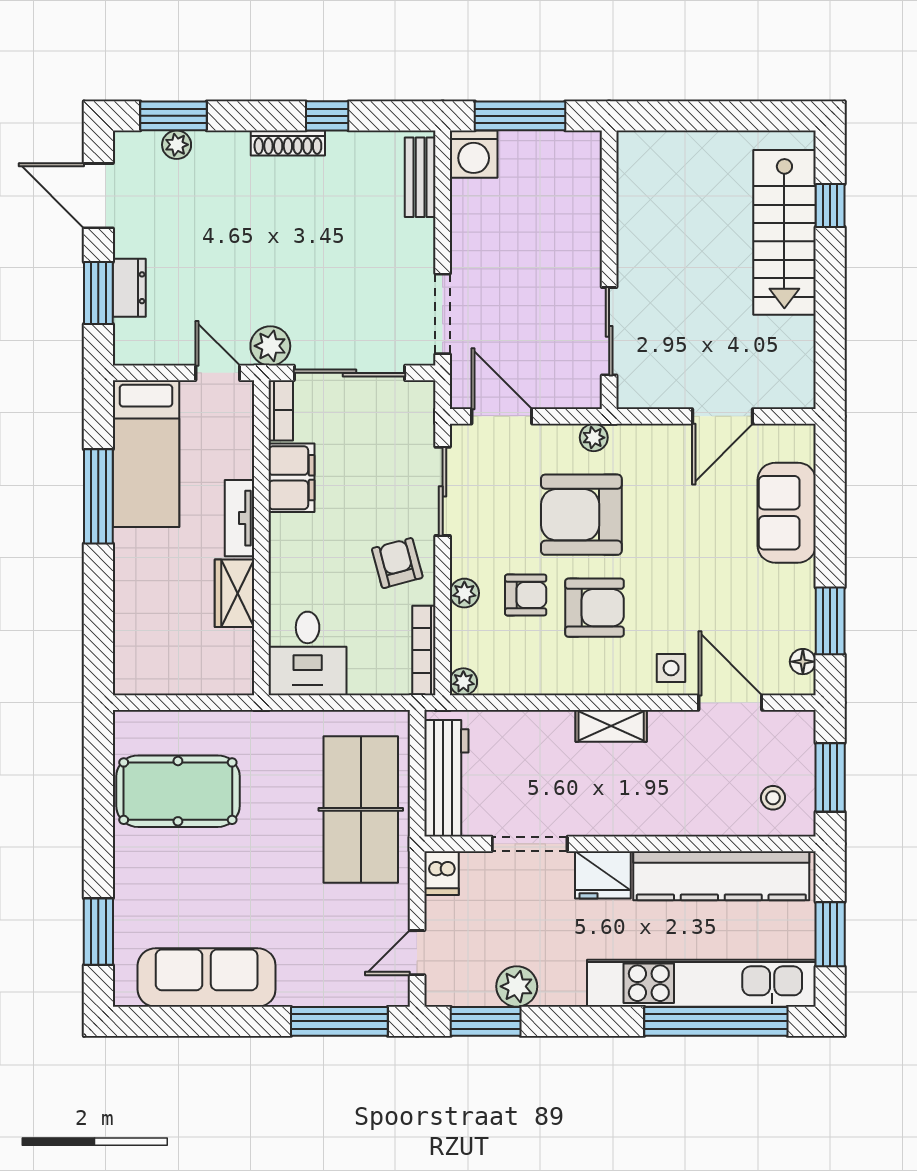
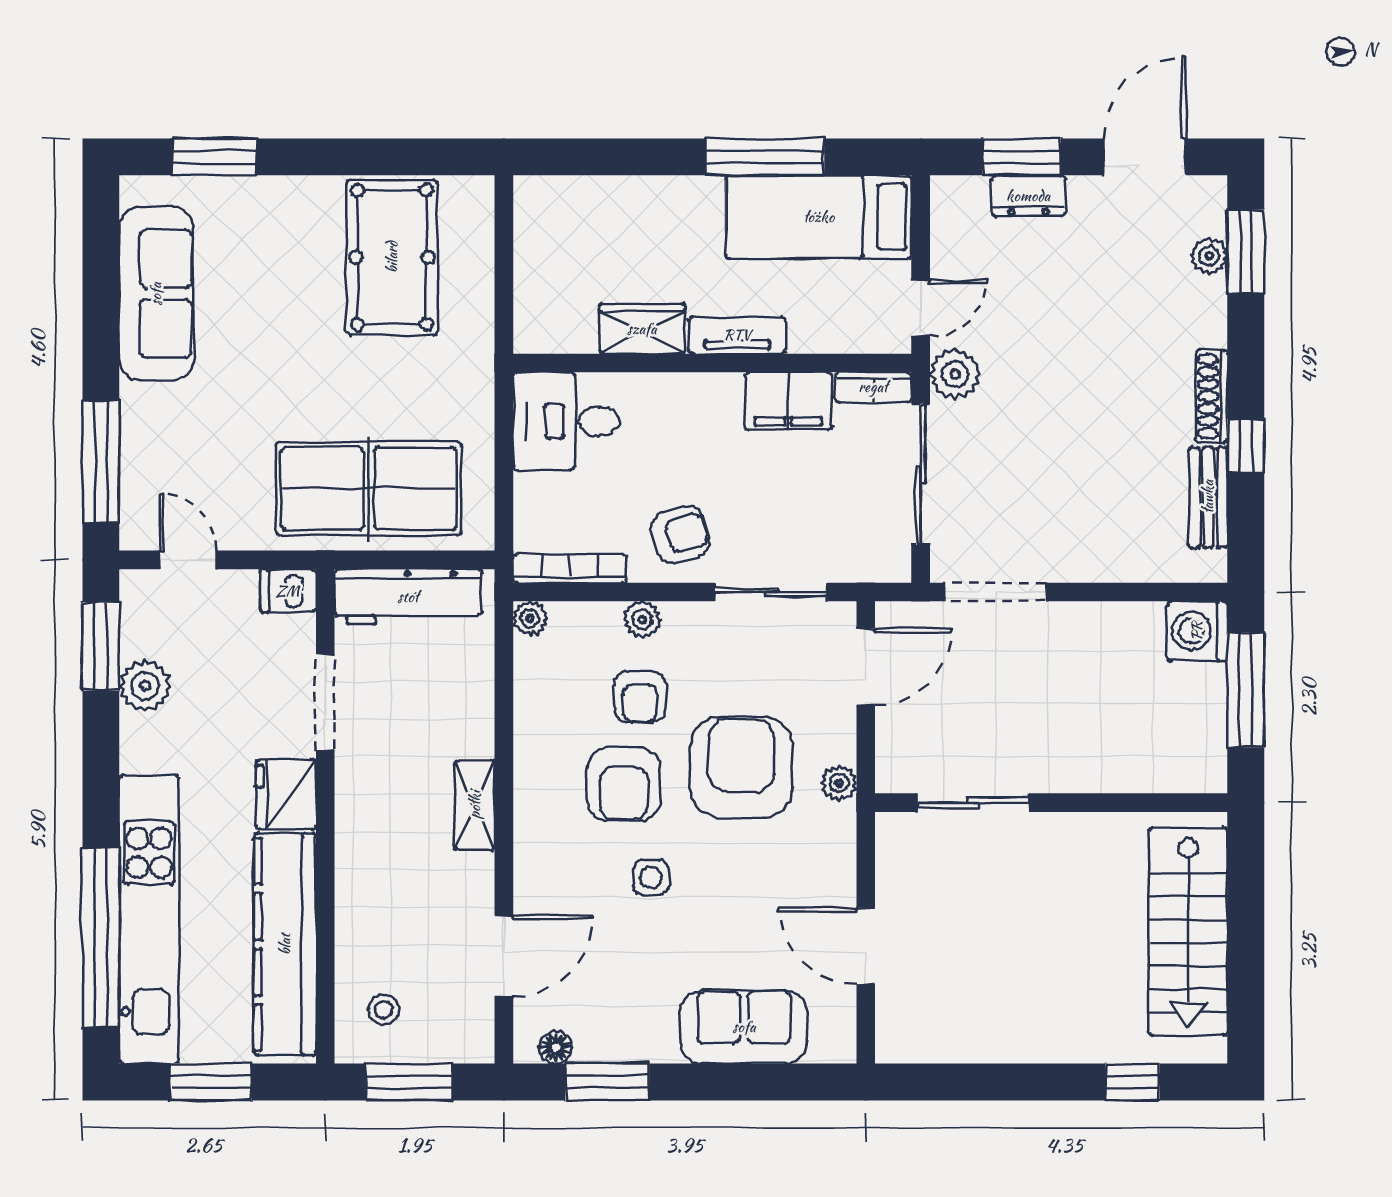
bench: (420, 177) -> (1208, 497), moved, turned 90
stairs: (784, 232) -> (1188, 931), moved, turned -90
side table: (671, 668) -> (651, 878), moved

